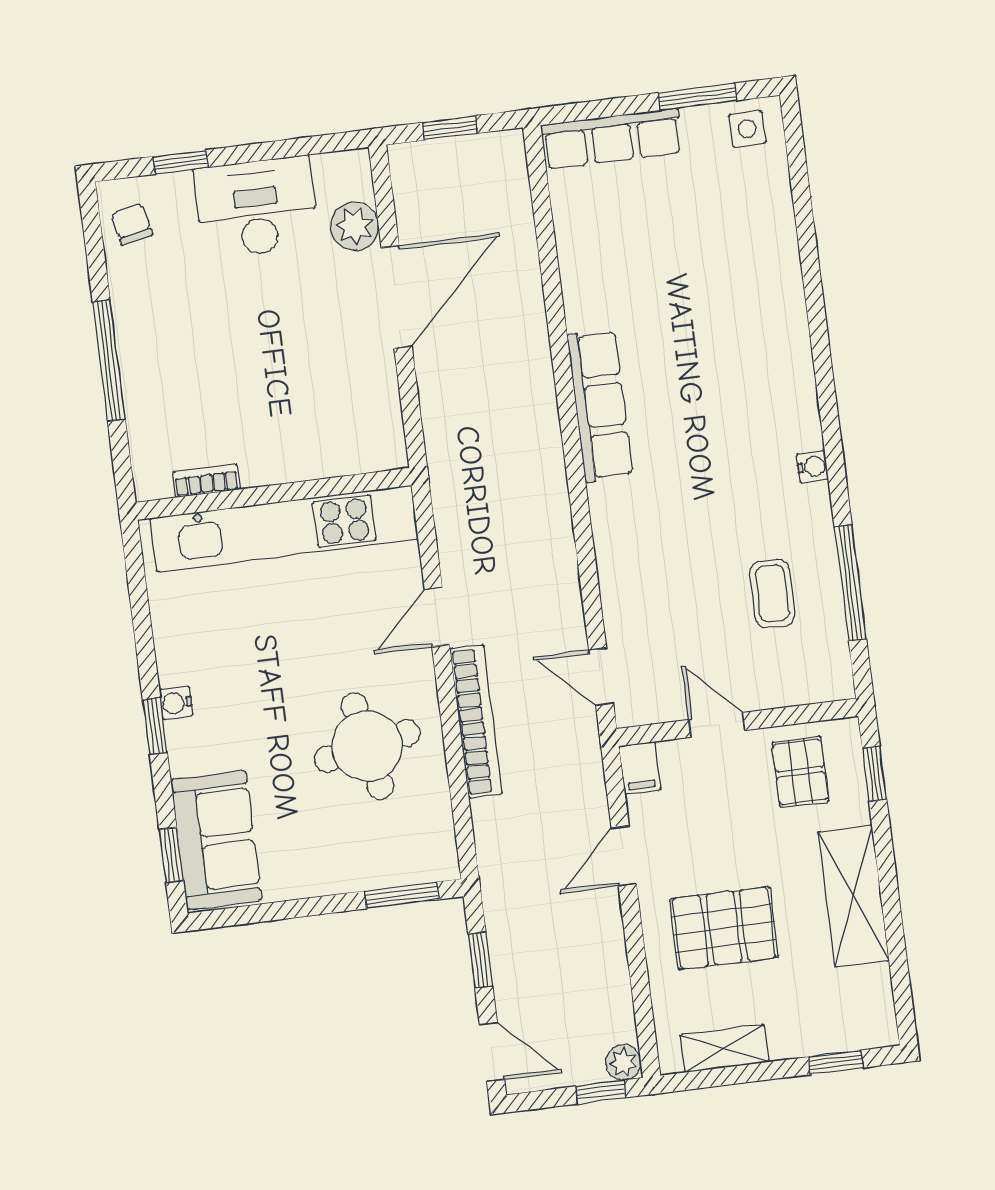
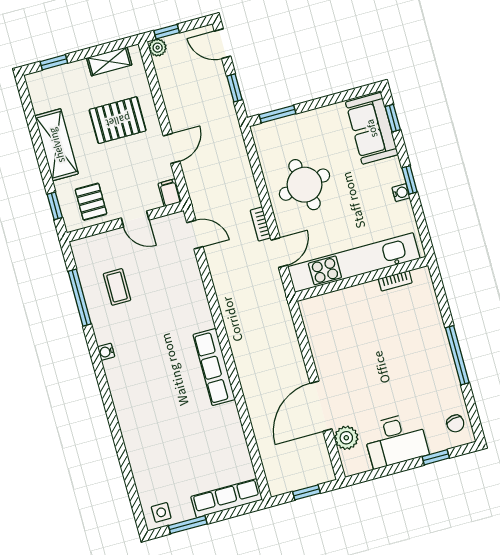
bookcase: (206, 481) -> (395, 281), moved
wall: (274, 494) -> (361, 279), moved
kitchen unit: (284, 529) -> (354, 263), moved
bookcase: (476, 721) -> (260, 224), width x0.43, depth x0.76

